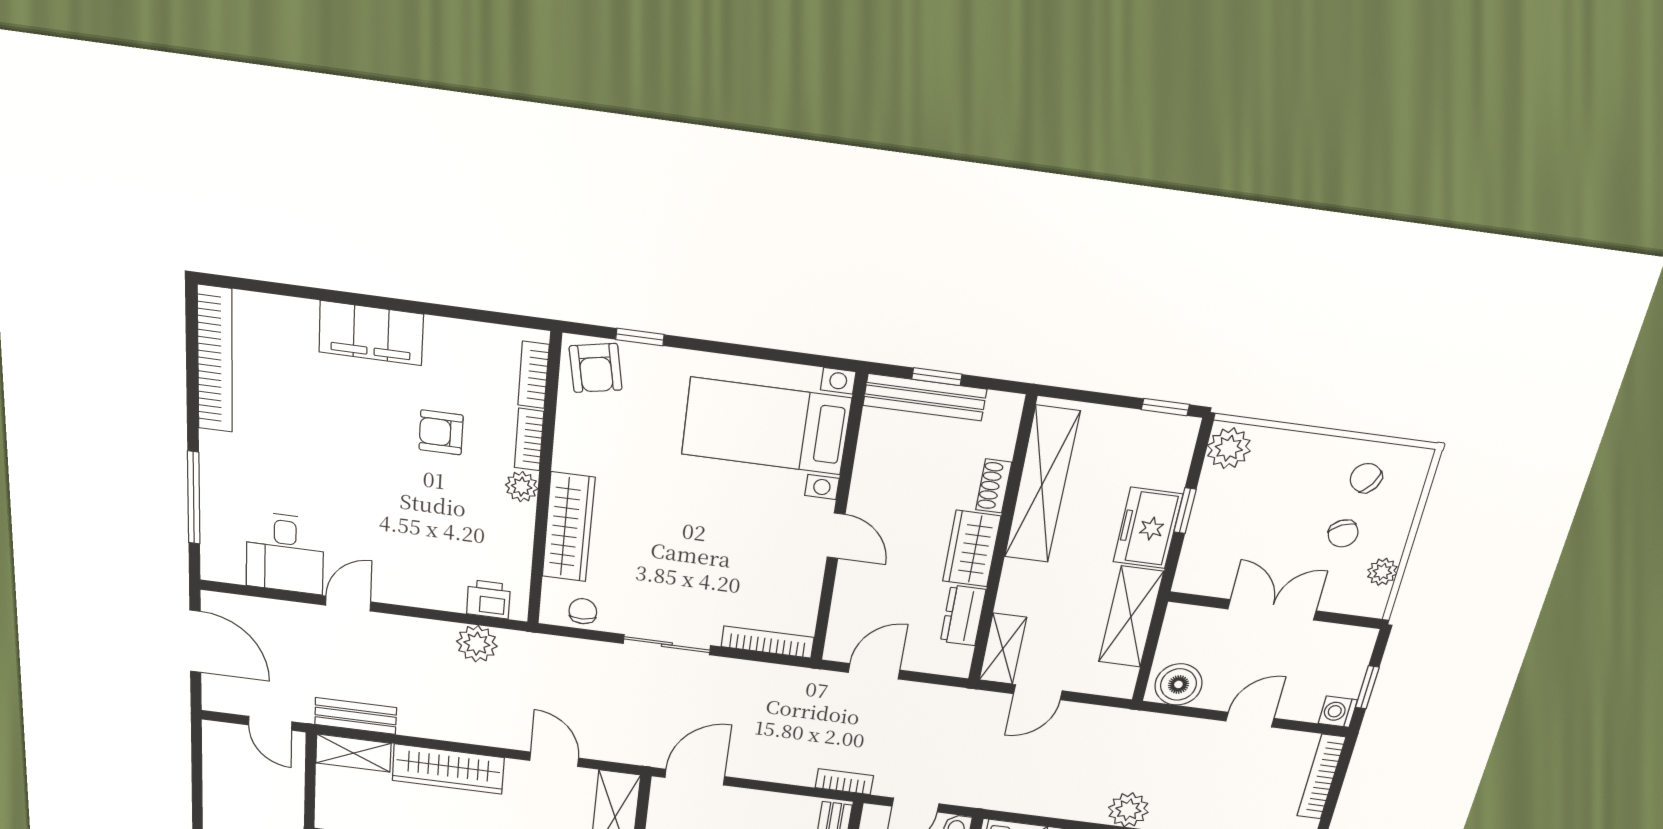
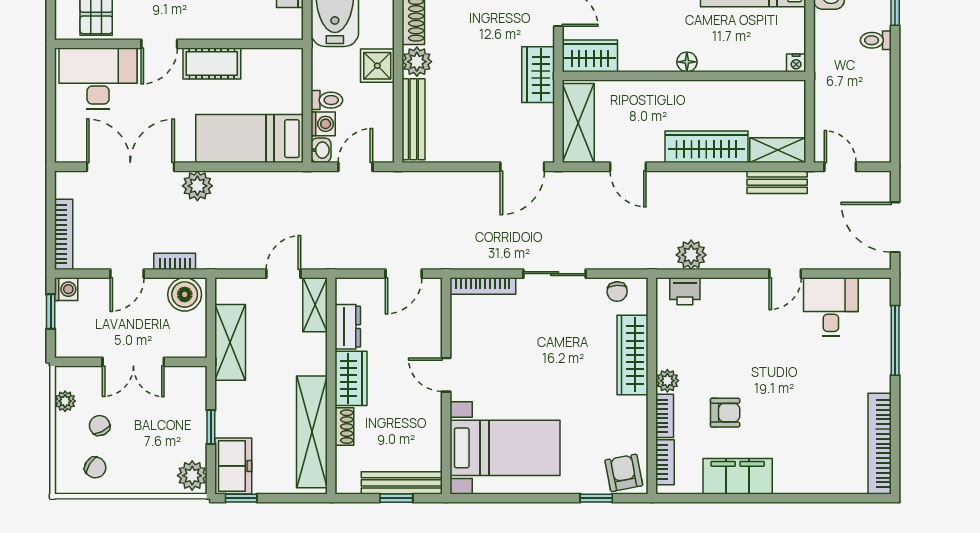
filing cabinet: (371, 333) -> (738, 476), moved
freezer: (1148, 528) -> (233, 466), moved
bookcase: (844, 782) -> (175, 261), moved, turned 180

